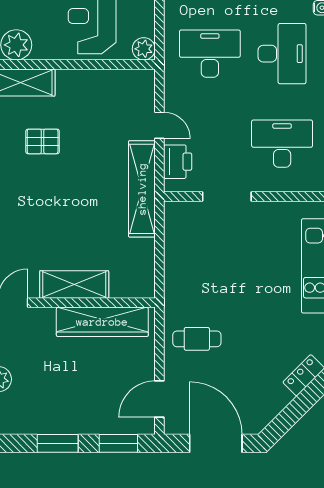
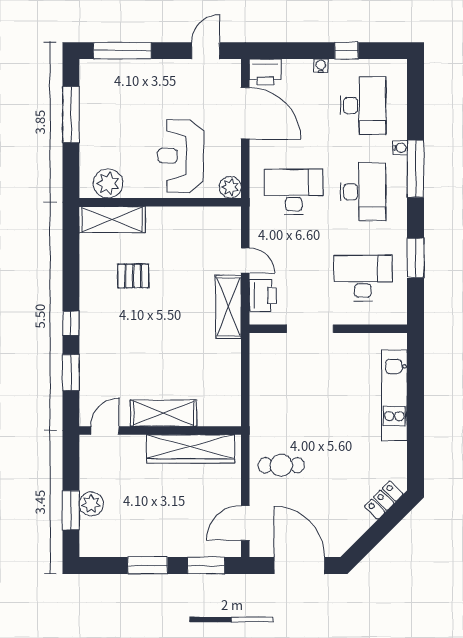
shelving: (142, 189) -> (228, 307), width x0.68

